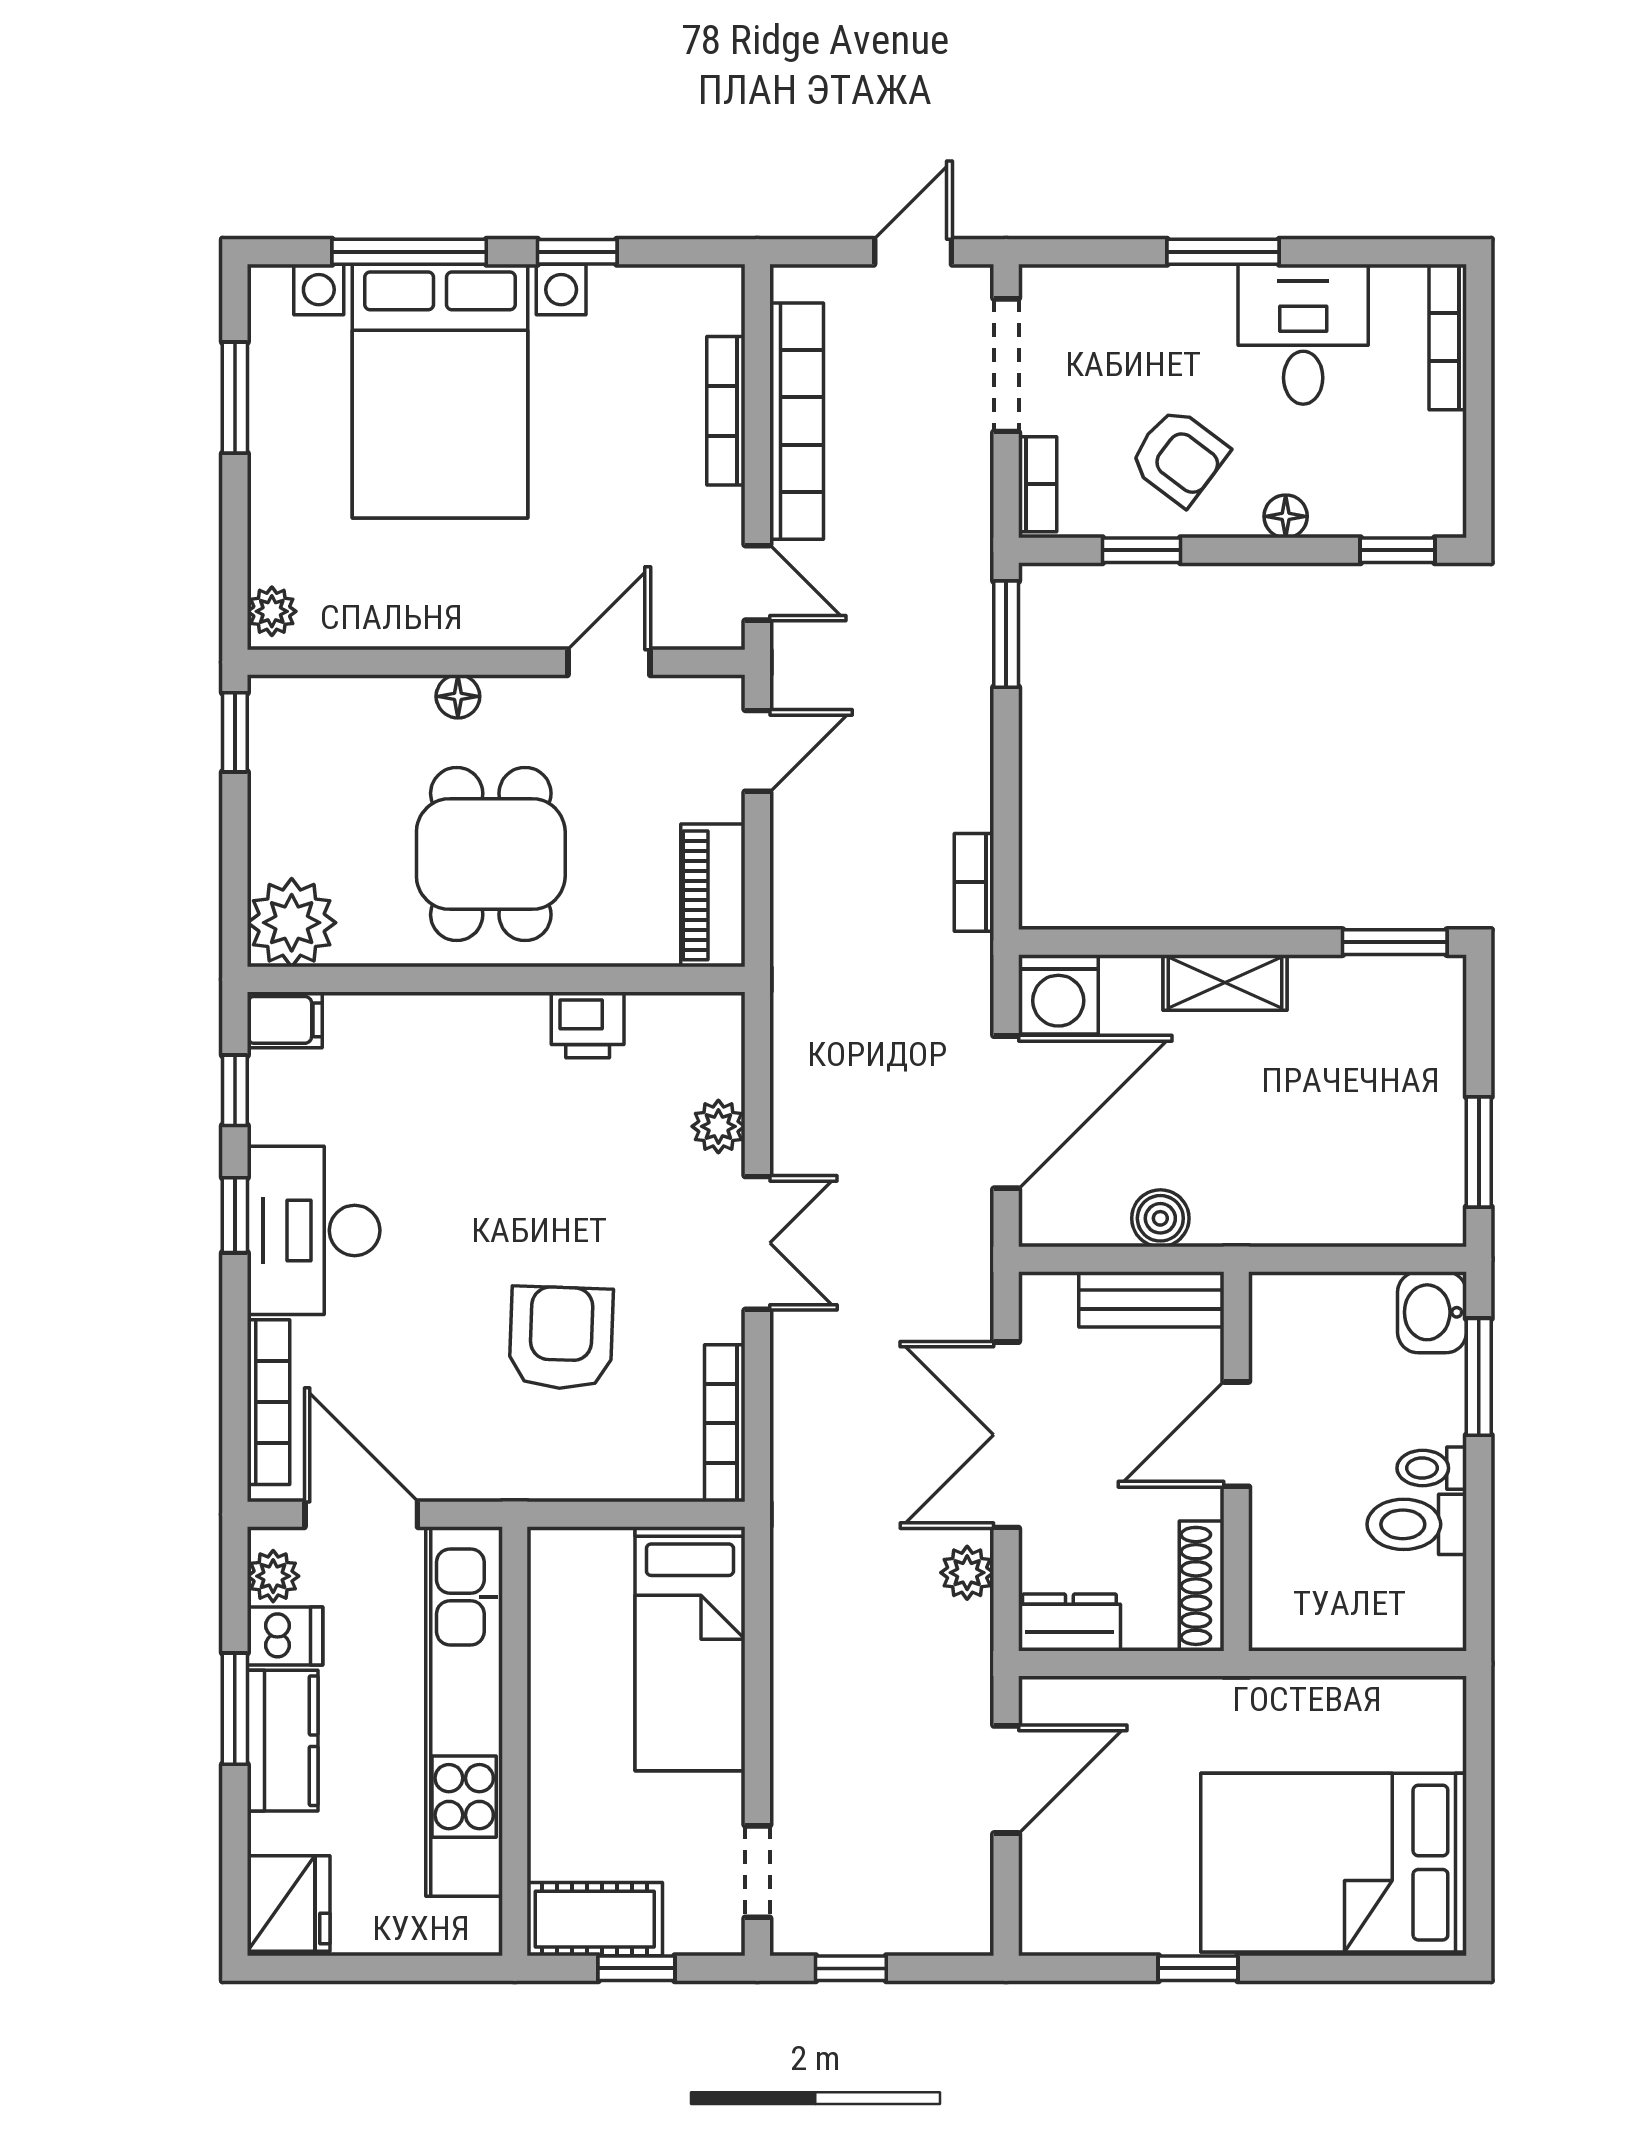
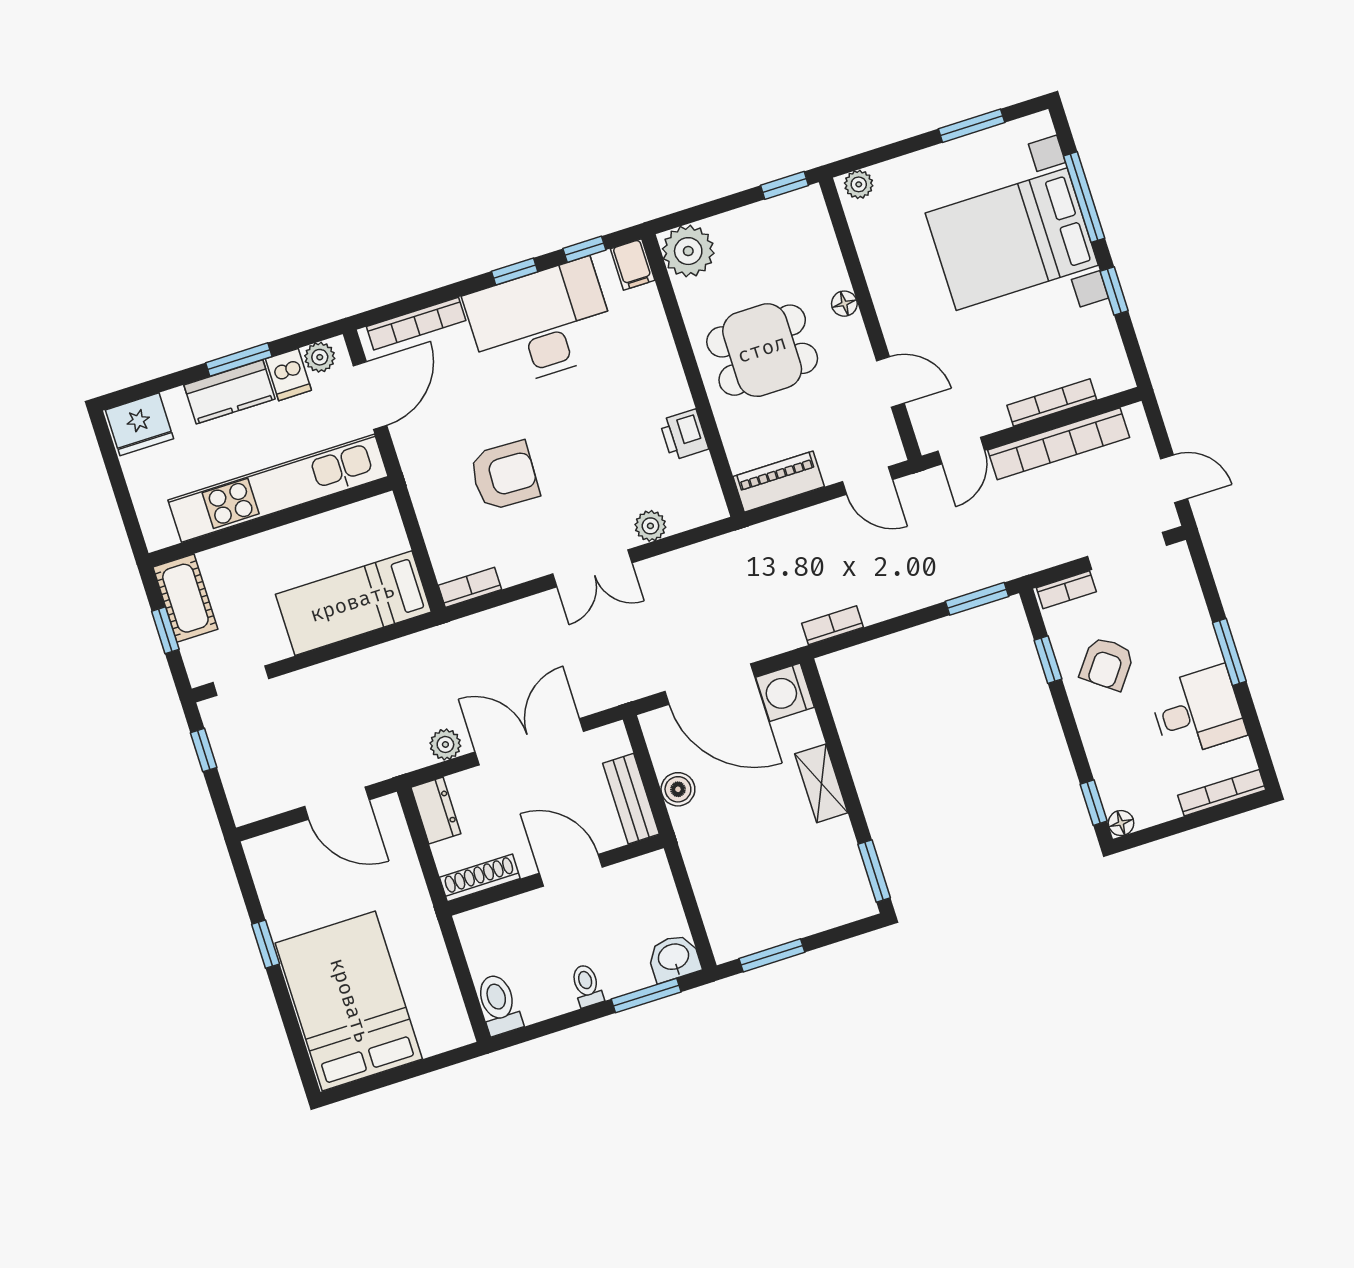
floor lamp: (1286, 516) -> (1121, 823), moved
desk: (314, 1230) -> (541, 324), width x1.36, depth x1.30
bookcase: (725, 1423) -> (470, 587), width x0.64
toilet: (1417, 1524) -> (499, 1004), moved

